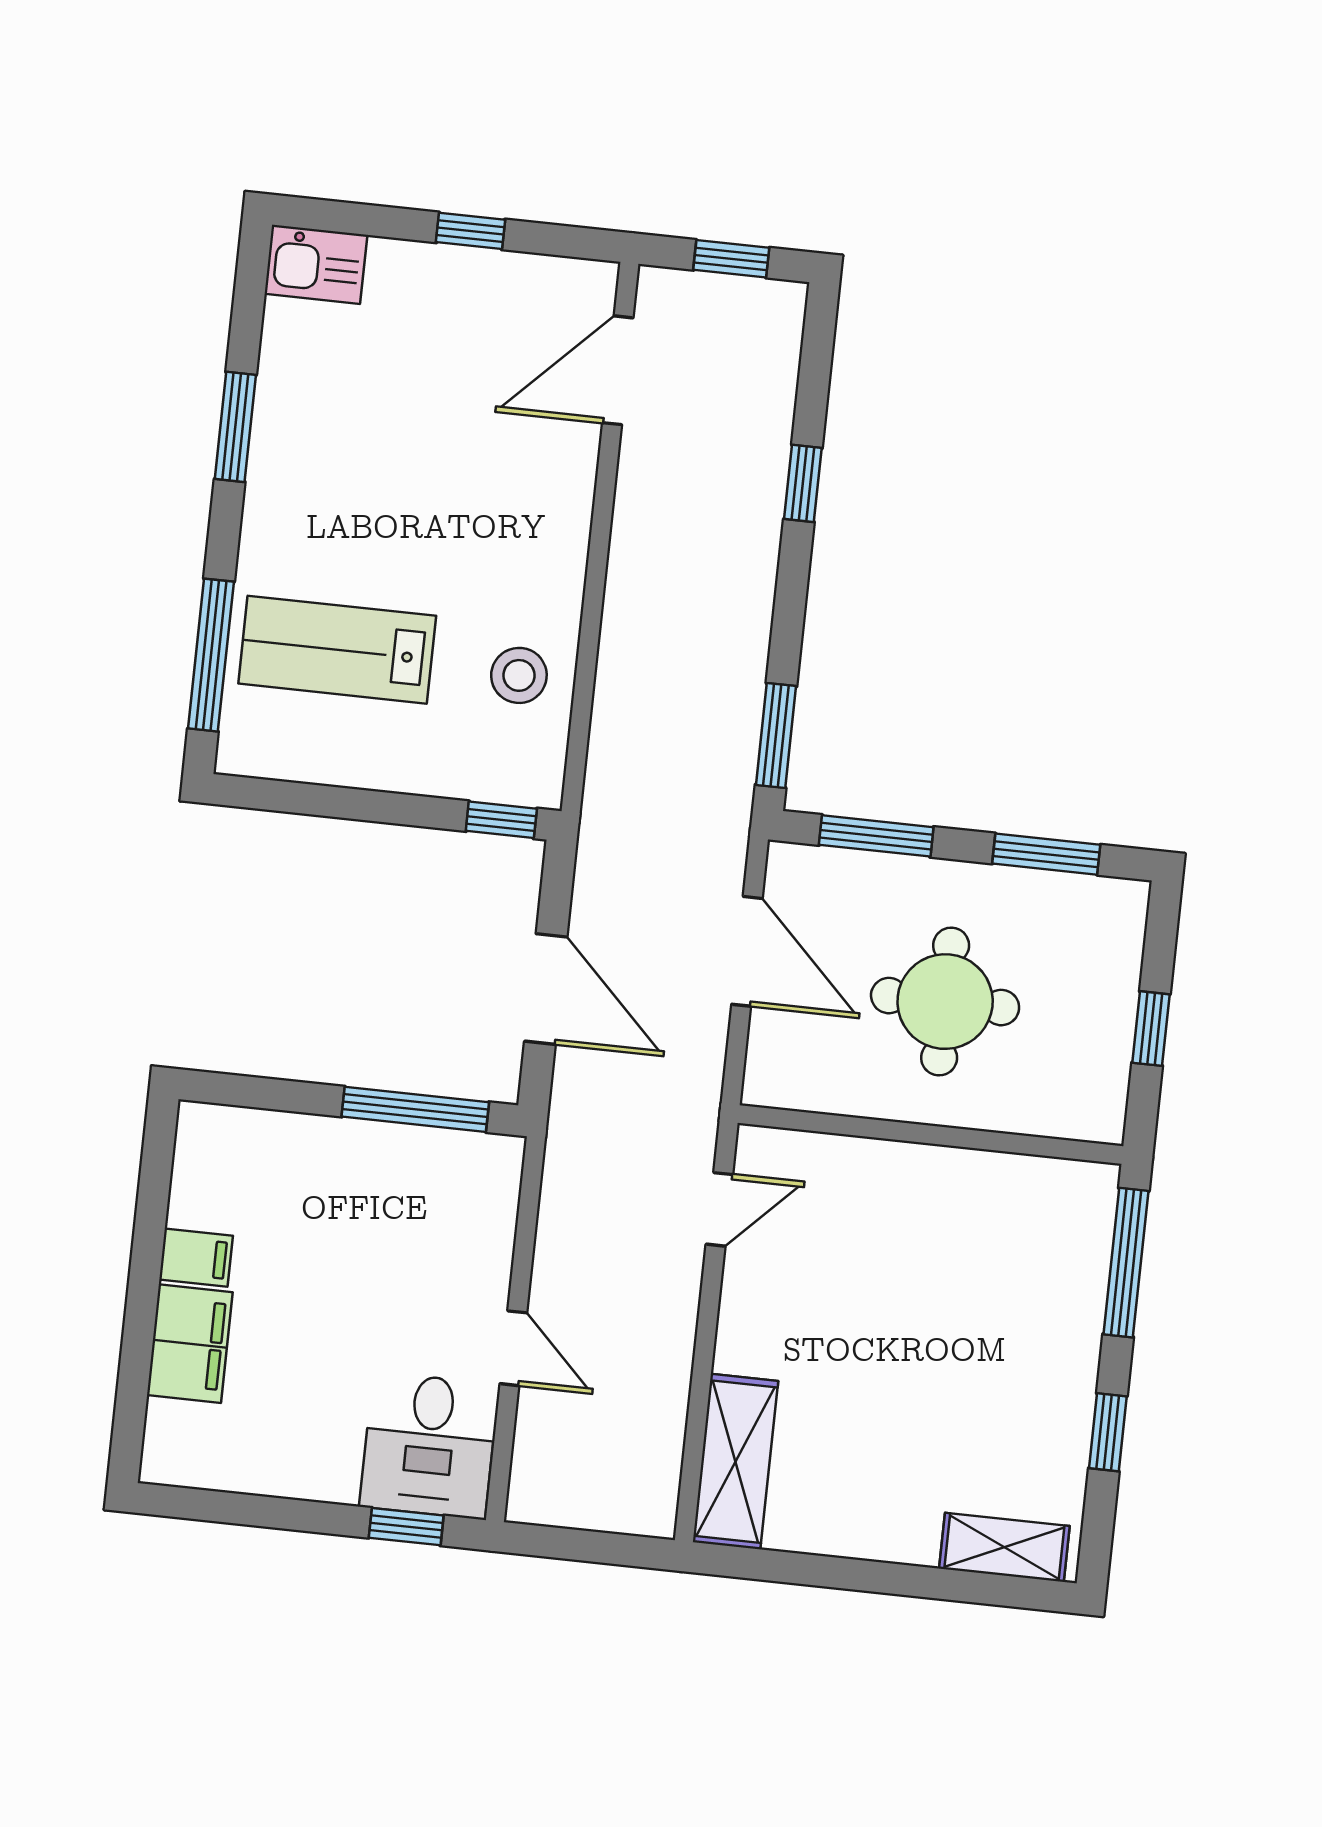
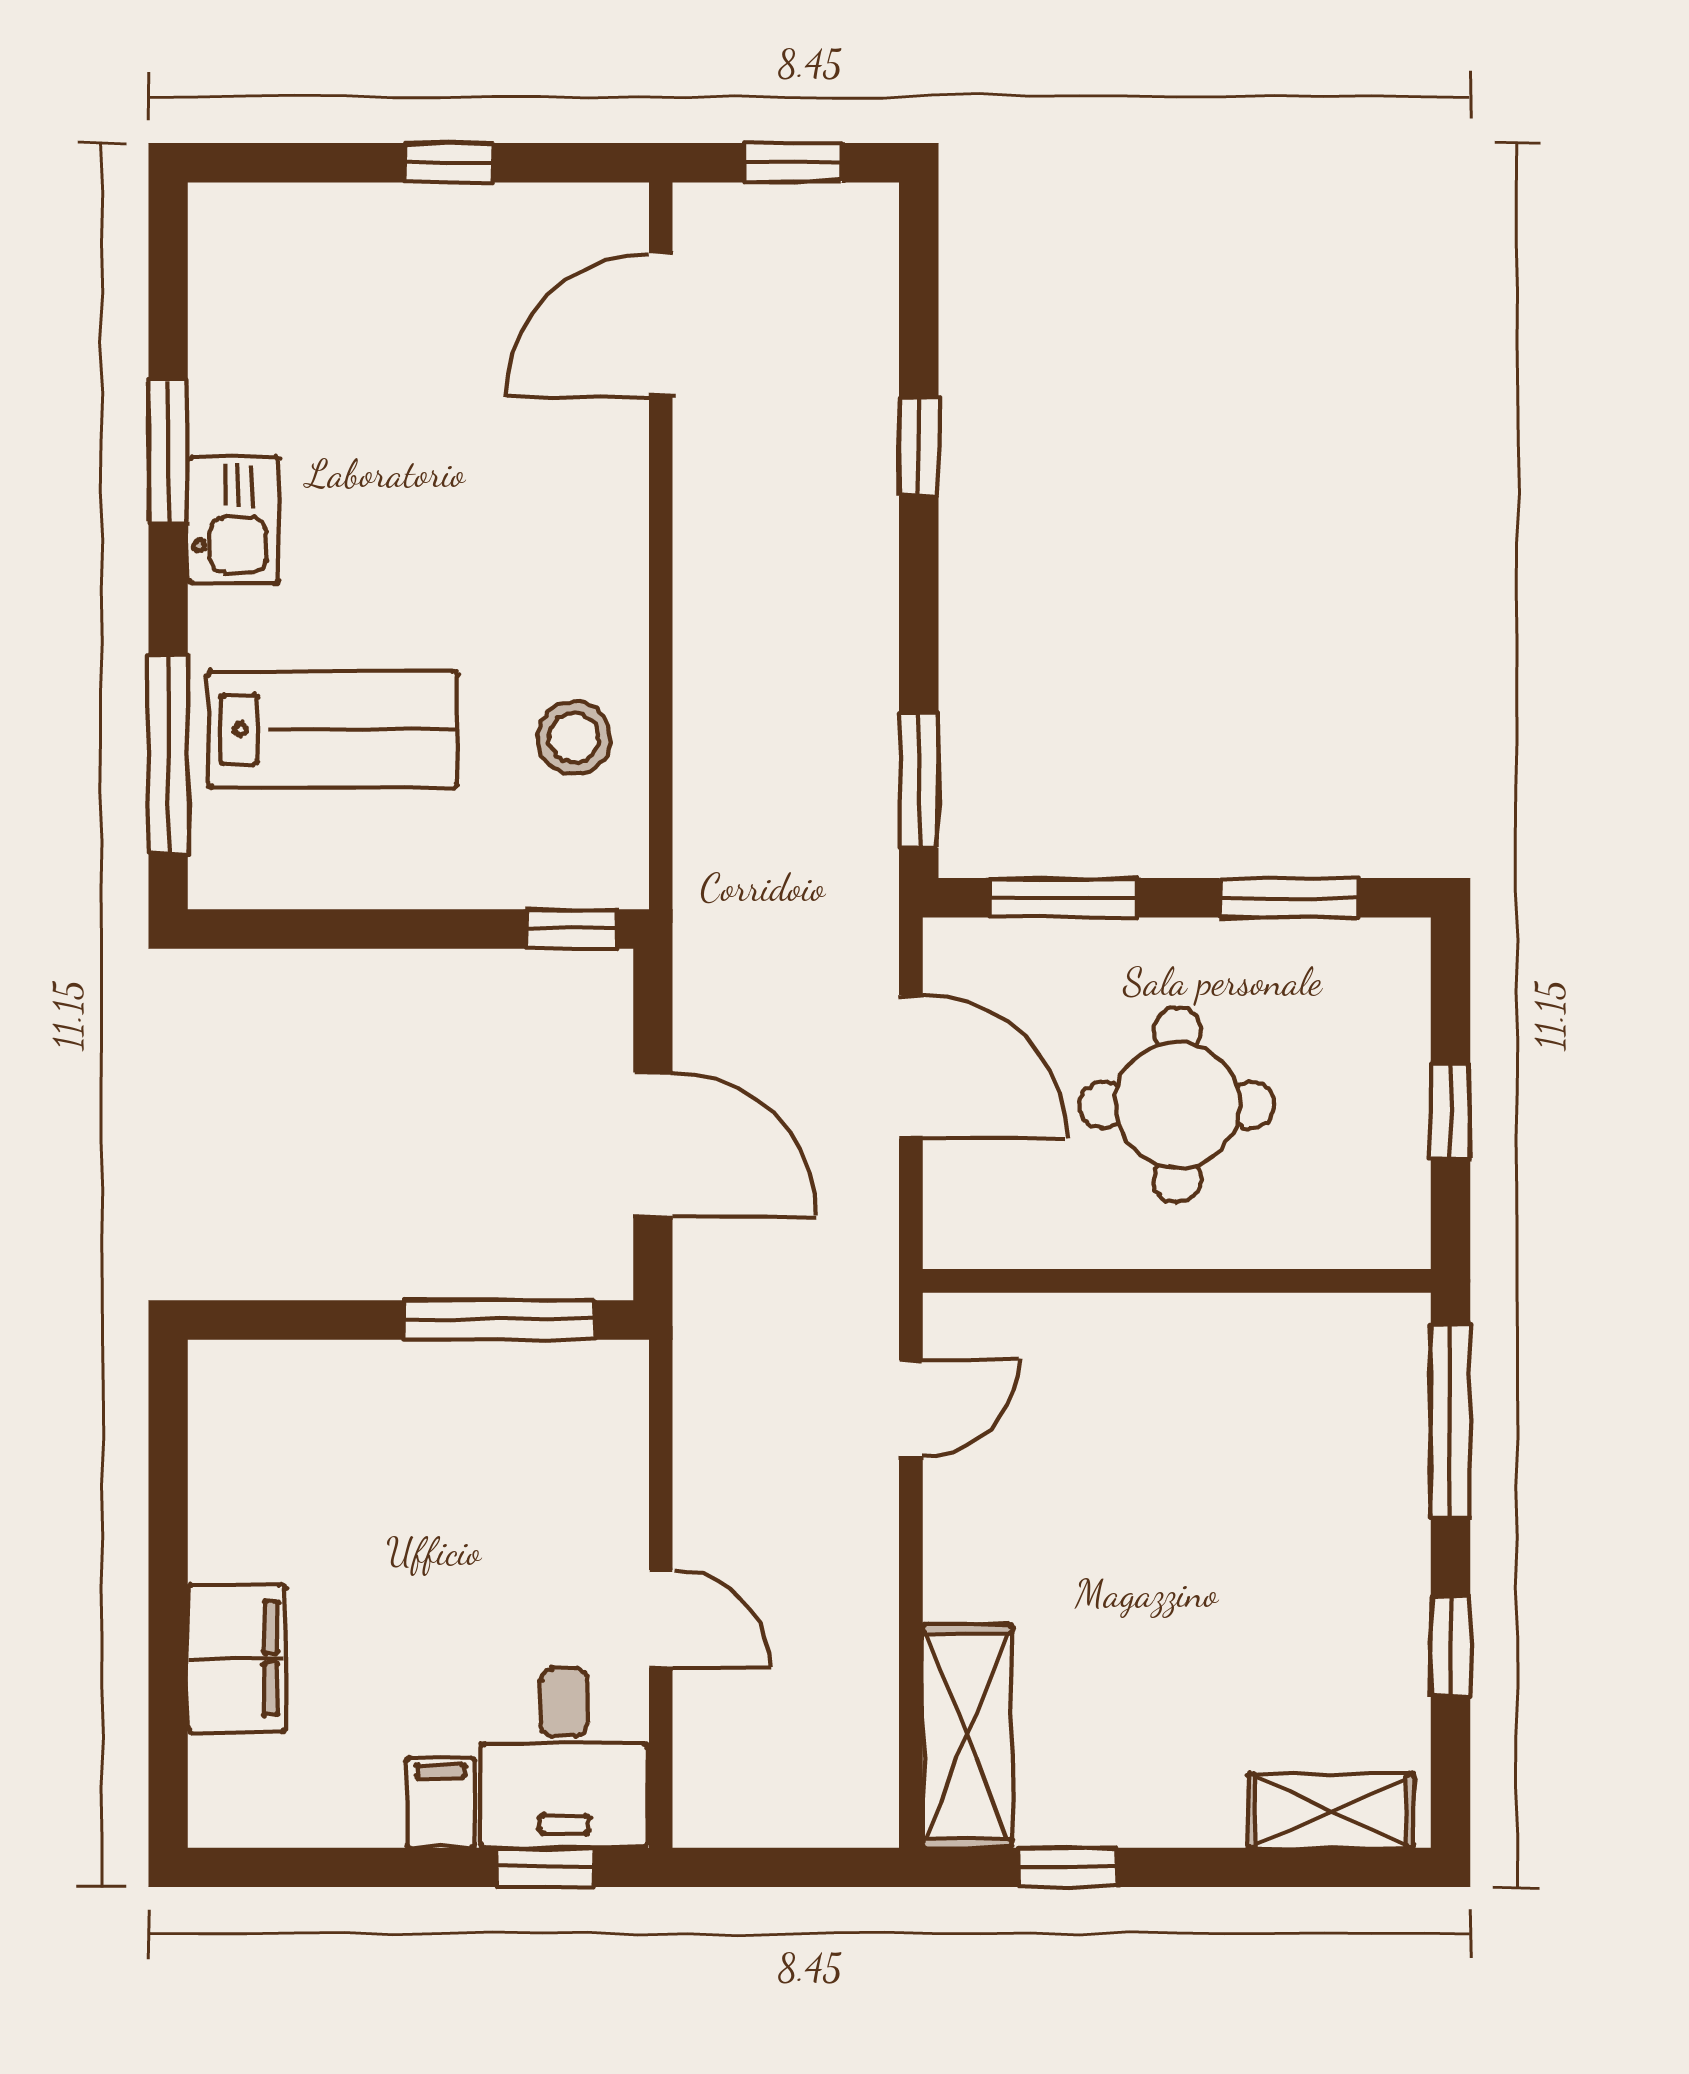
kitchen sink: (316, 264) -> (233, 520), moved, turned -90
lab bench: (337, 650) -> (333, 729), turned 180
filing cabinet: (196, 1258) -> (441, 1803), moved, turned -90
window: (801, 1569) -> (1068, 1867), added

